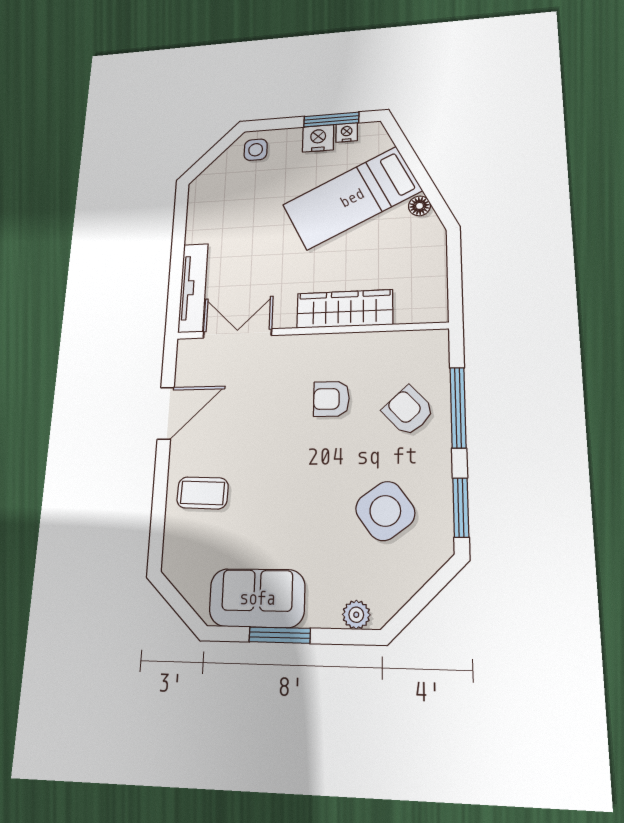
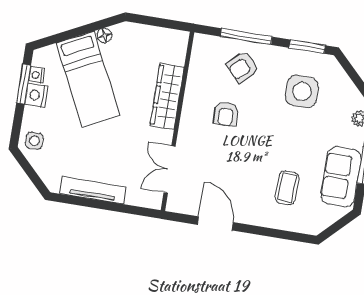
tv unit: (193, 288) -> (93, 190), moved
coffee table: (203, 493) -> (287, 188), moved
side table: (385, 511) -> (302, 92), turned 36

